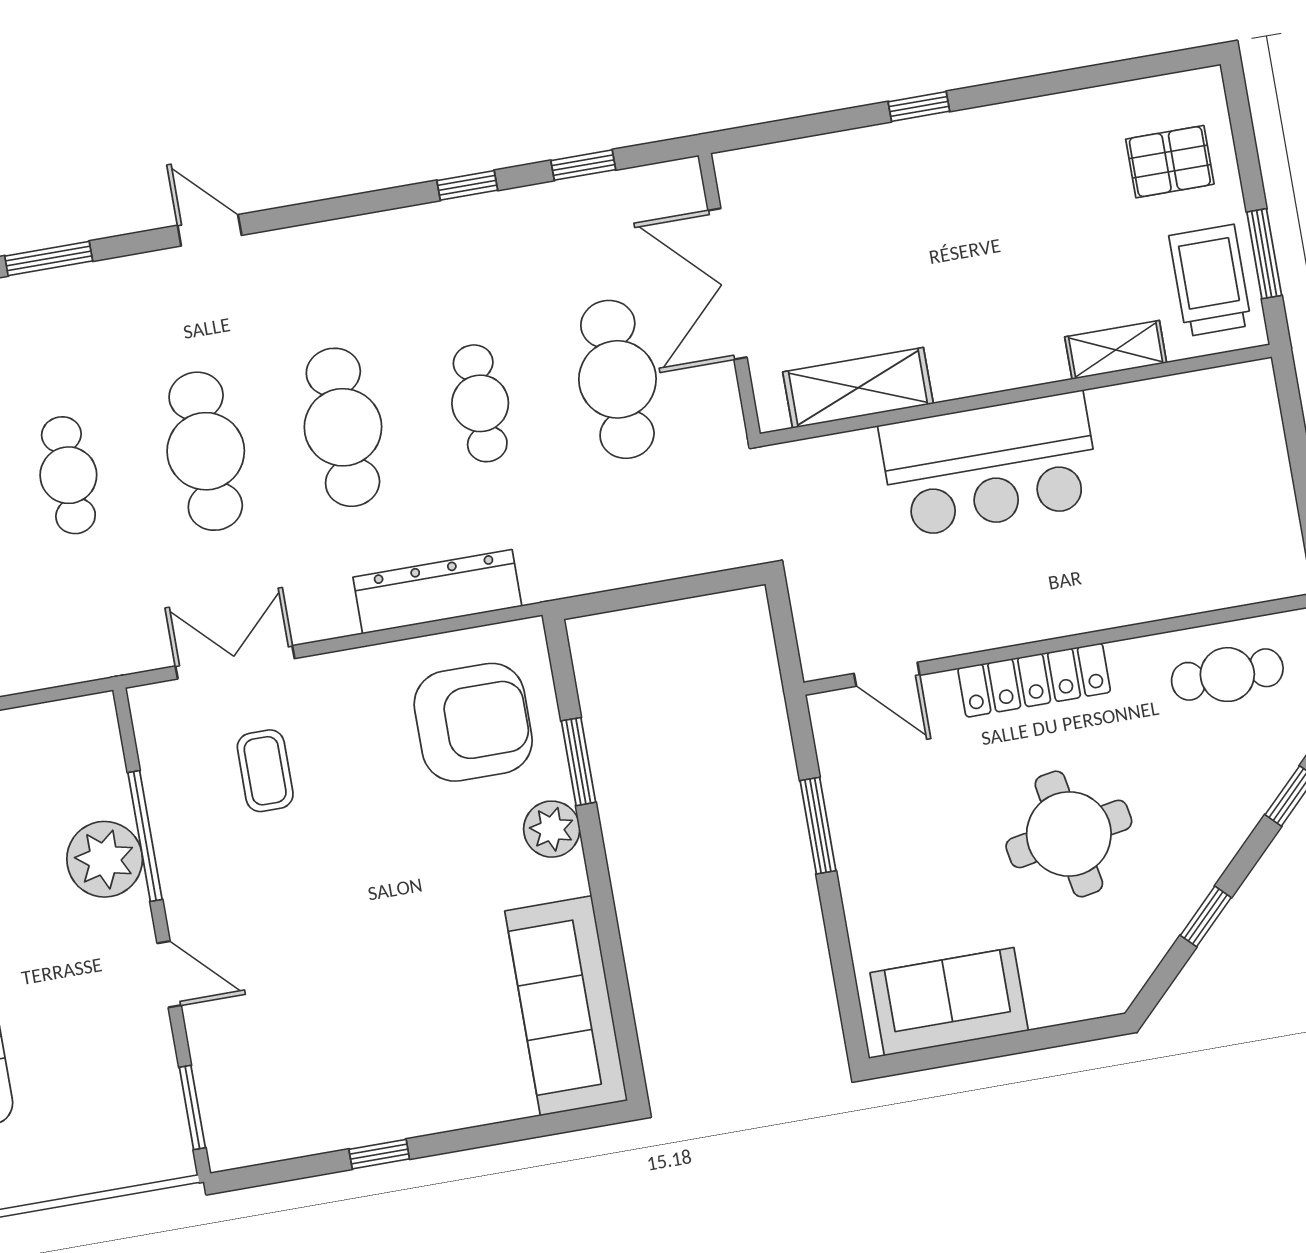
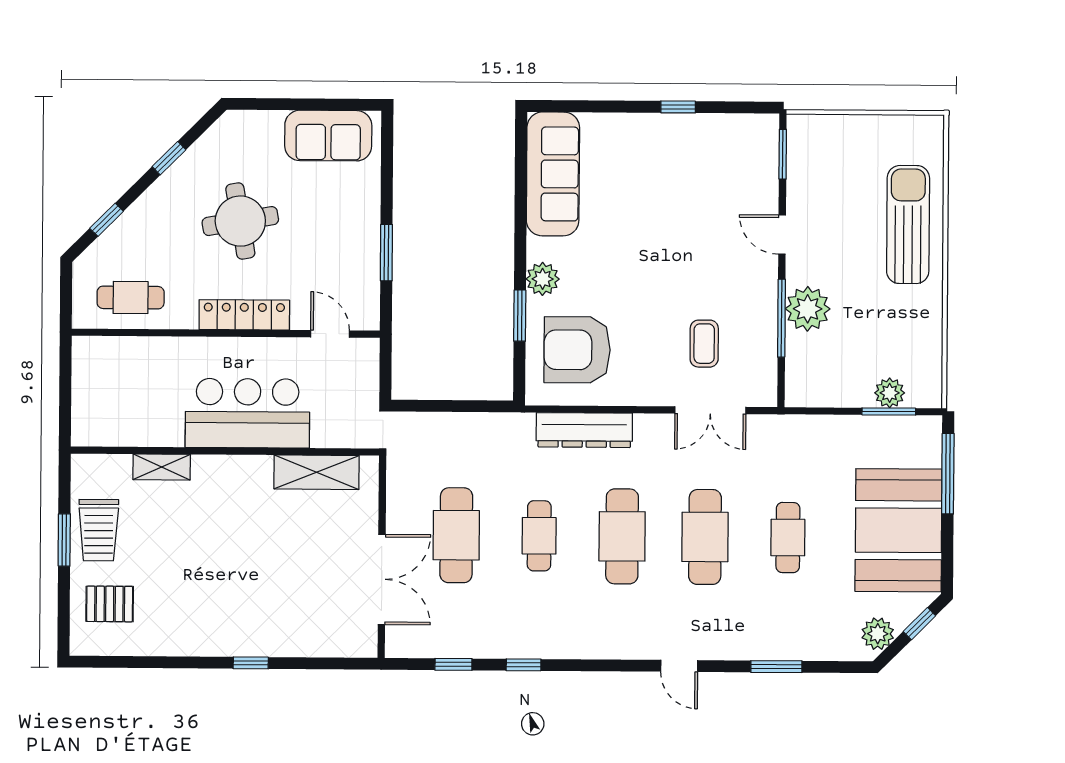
shelving: (1116, 350) -> (162, 467), moved
shelving: (858, 388) -> (317, 472), moved
wall: (1016, 395) -> (225, 451), moved
bar counter: (990, 465) -> (247, 413), moved

